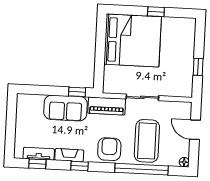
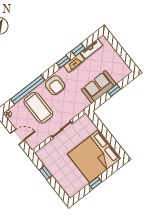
window: (77, 92) -> (114, 90), moved
piano: (107, 106) -> (77, 108), removed
window: (37, 164) -> (78, 50), moved

